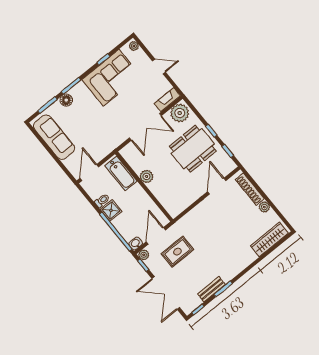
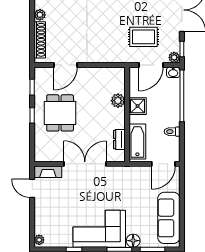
door: (159, 67) -> (32, 188), moved
corner sofa: (111, 78) -> (99, 229), moved
plant: (180, 113) -> (47, 152), removed
dining table: (193, 149) -> (60, 113), width x0.73
dresser: (135, 164) -> (119, 140), added
plant: (147, 176) -> (118, 101), moved
shower: (111, 210) -> (138, 106), moved

